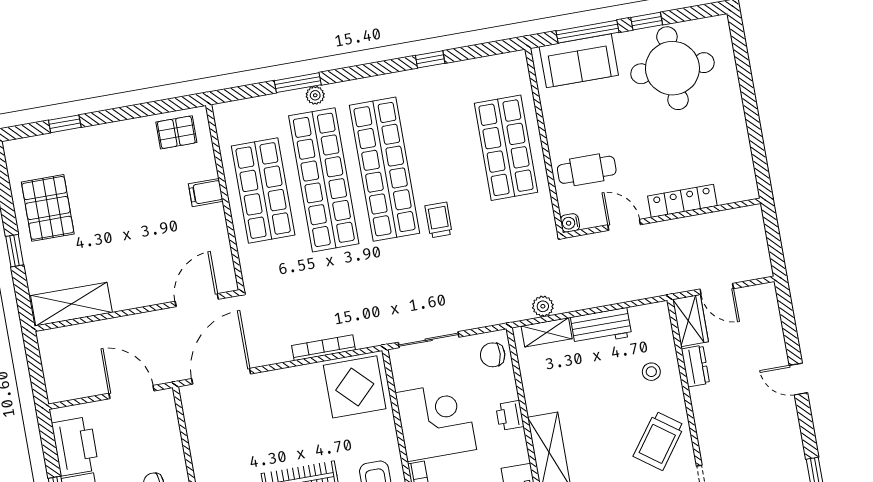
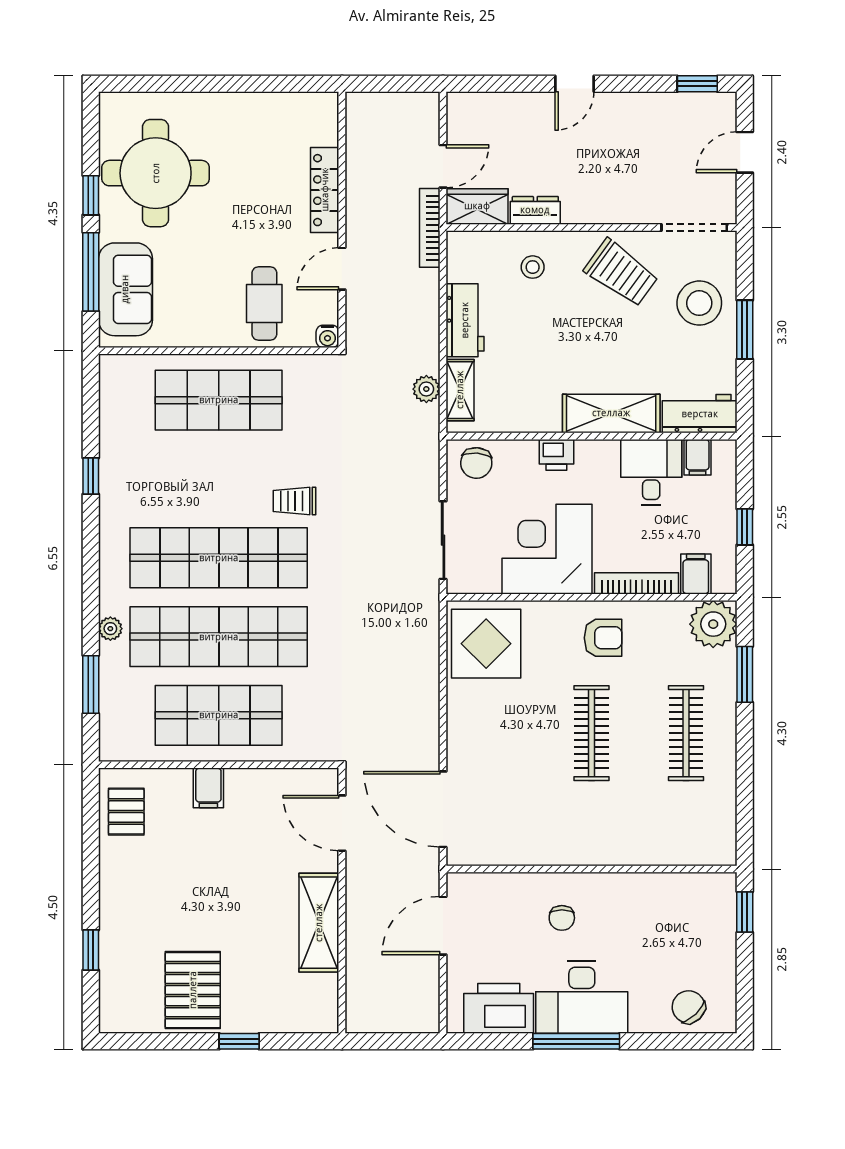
window: (298, 83) -> (91, 685), moved
pallet: (48, 208) -> (193, 990), turned 90
shelving: (71, 304) -> (319, 923), moved
bookcase: (323, 348) -> (430, 228), moved

